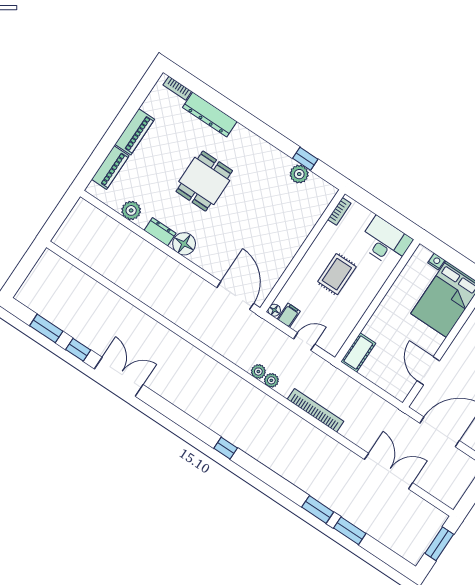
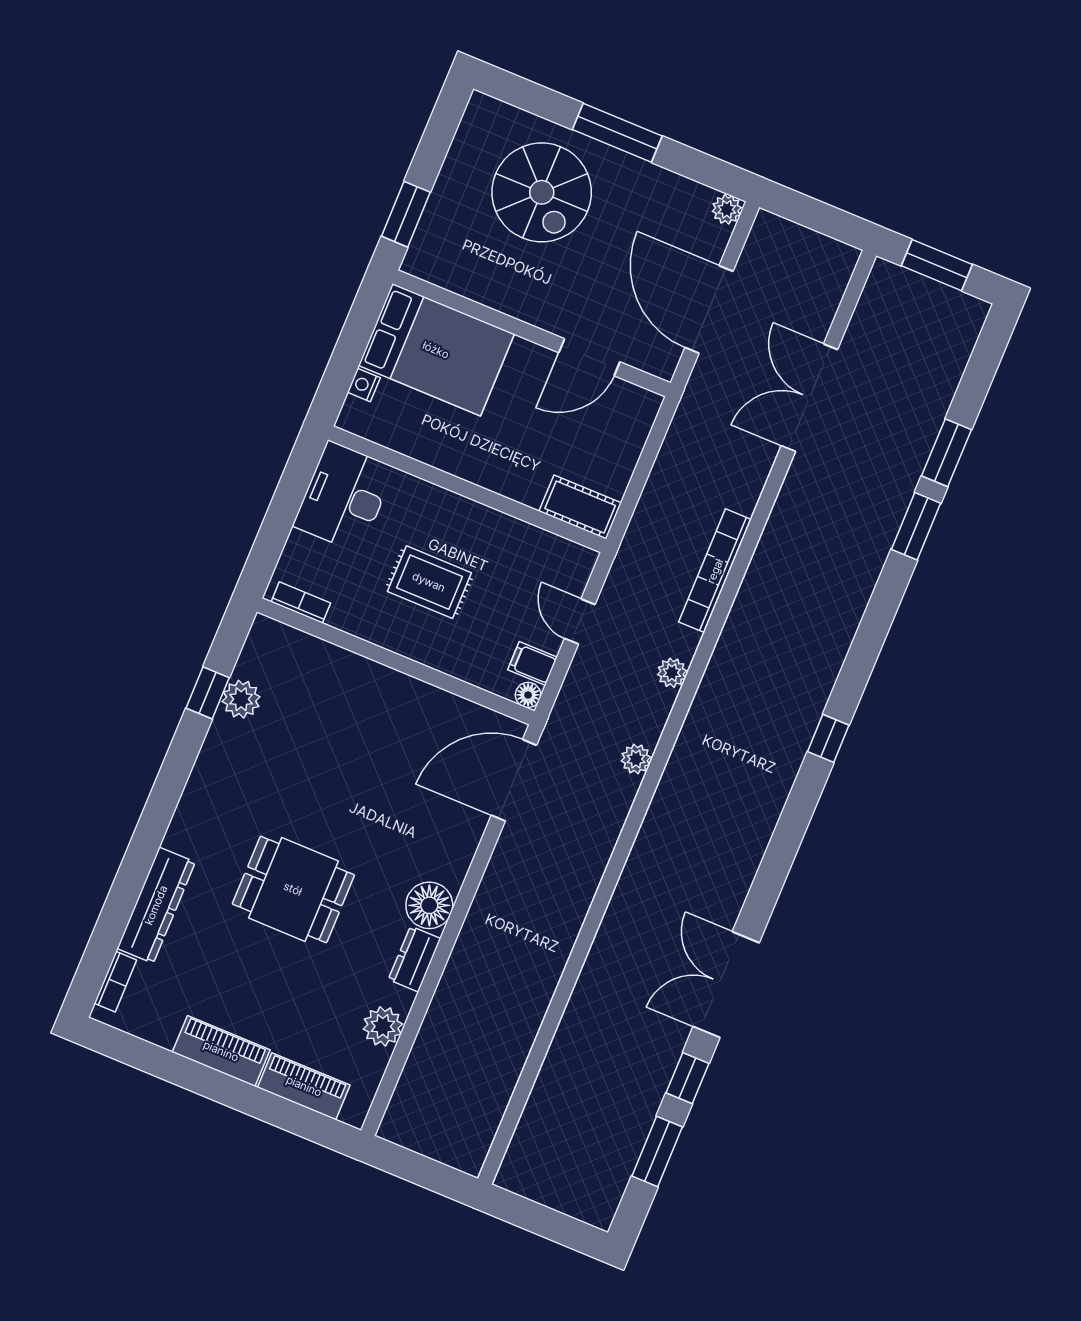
plant: (258, 372) -> (636, 759), moved

